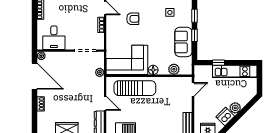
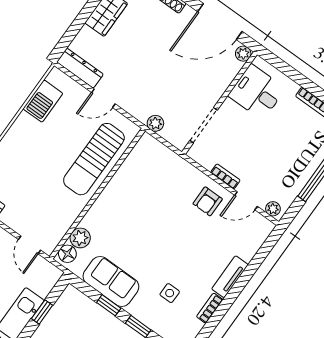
armchair: (133, 19) -> (208, 201), moved
corner sofa: (127, 60) -> (145, 177), removed
floor lamp: (153, 70) -> (67, 254), moved

